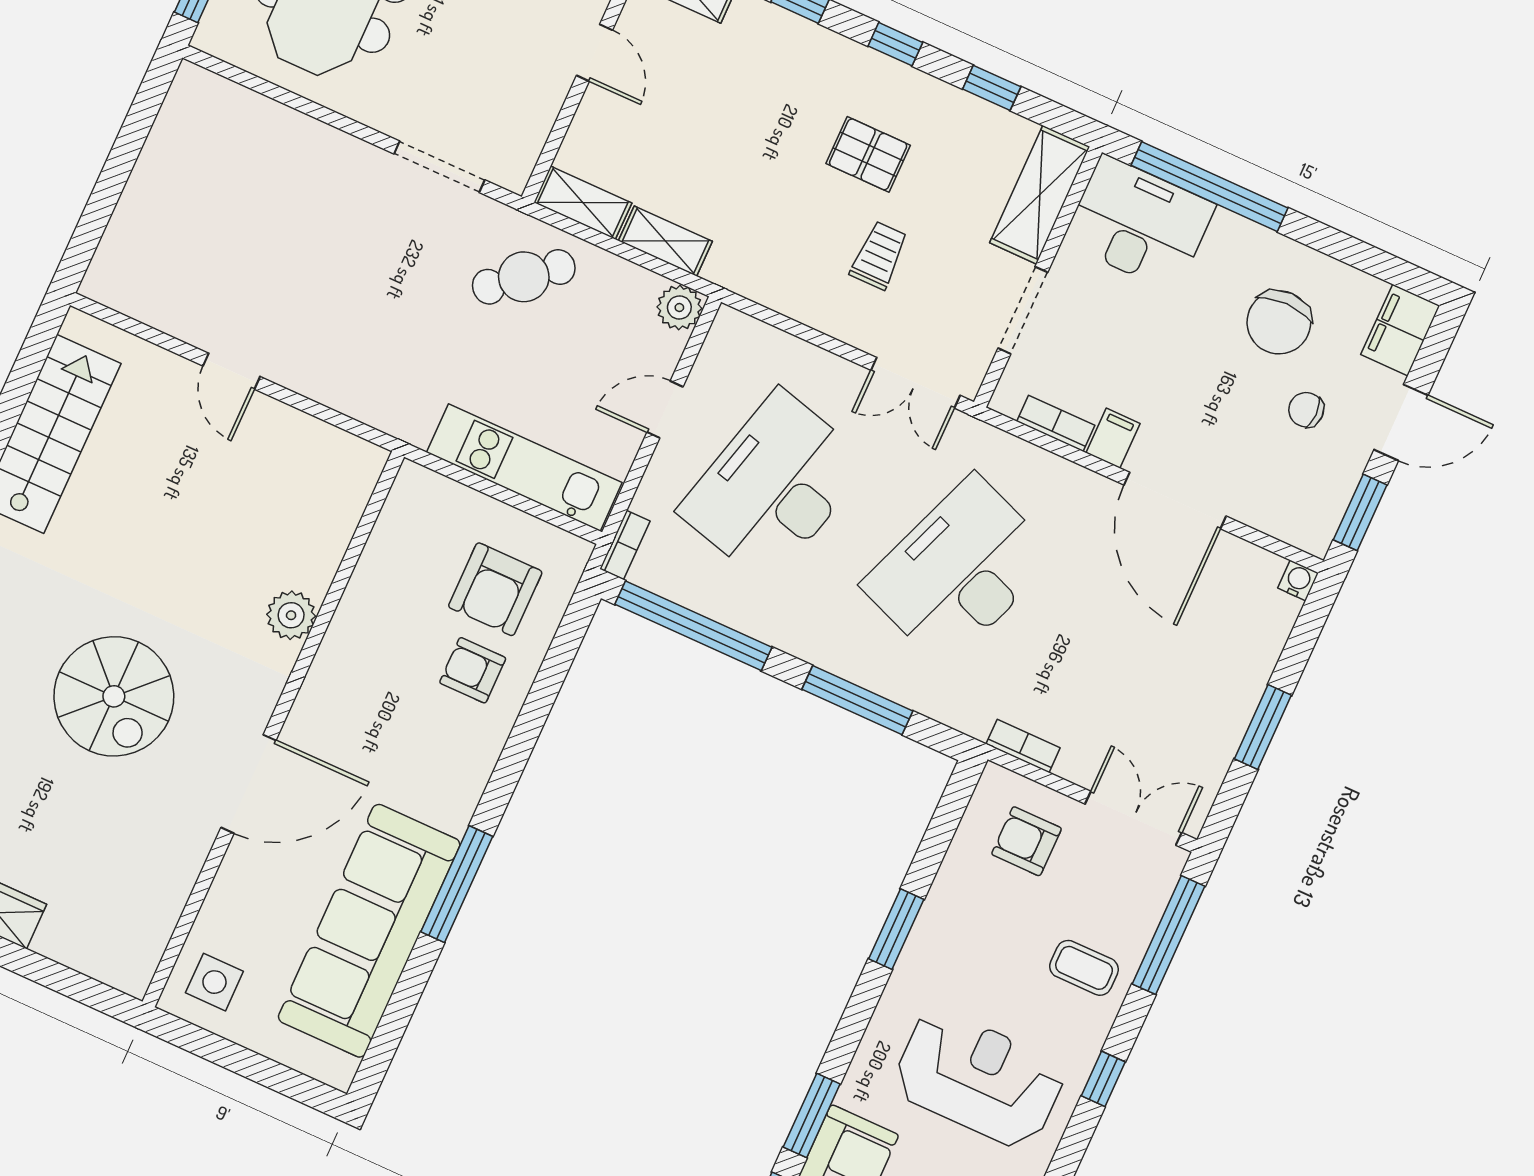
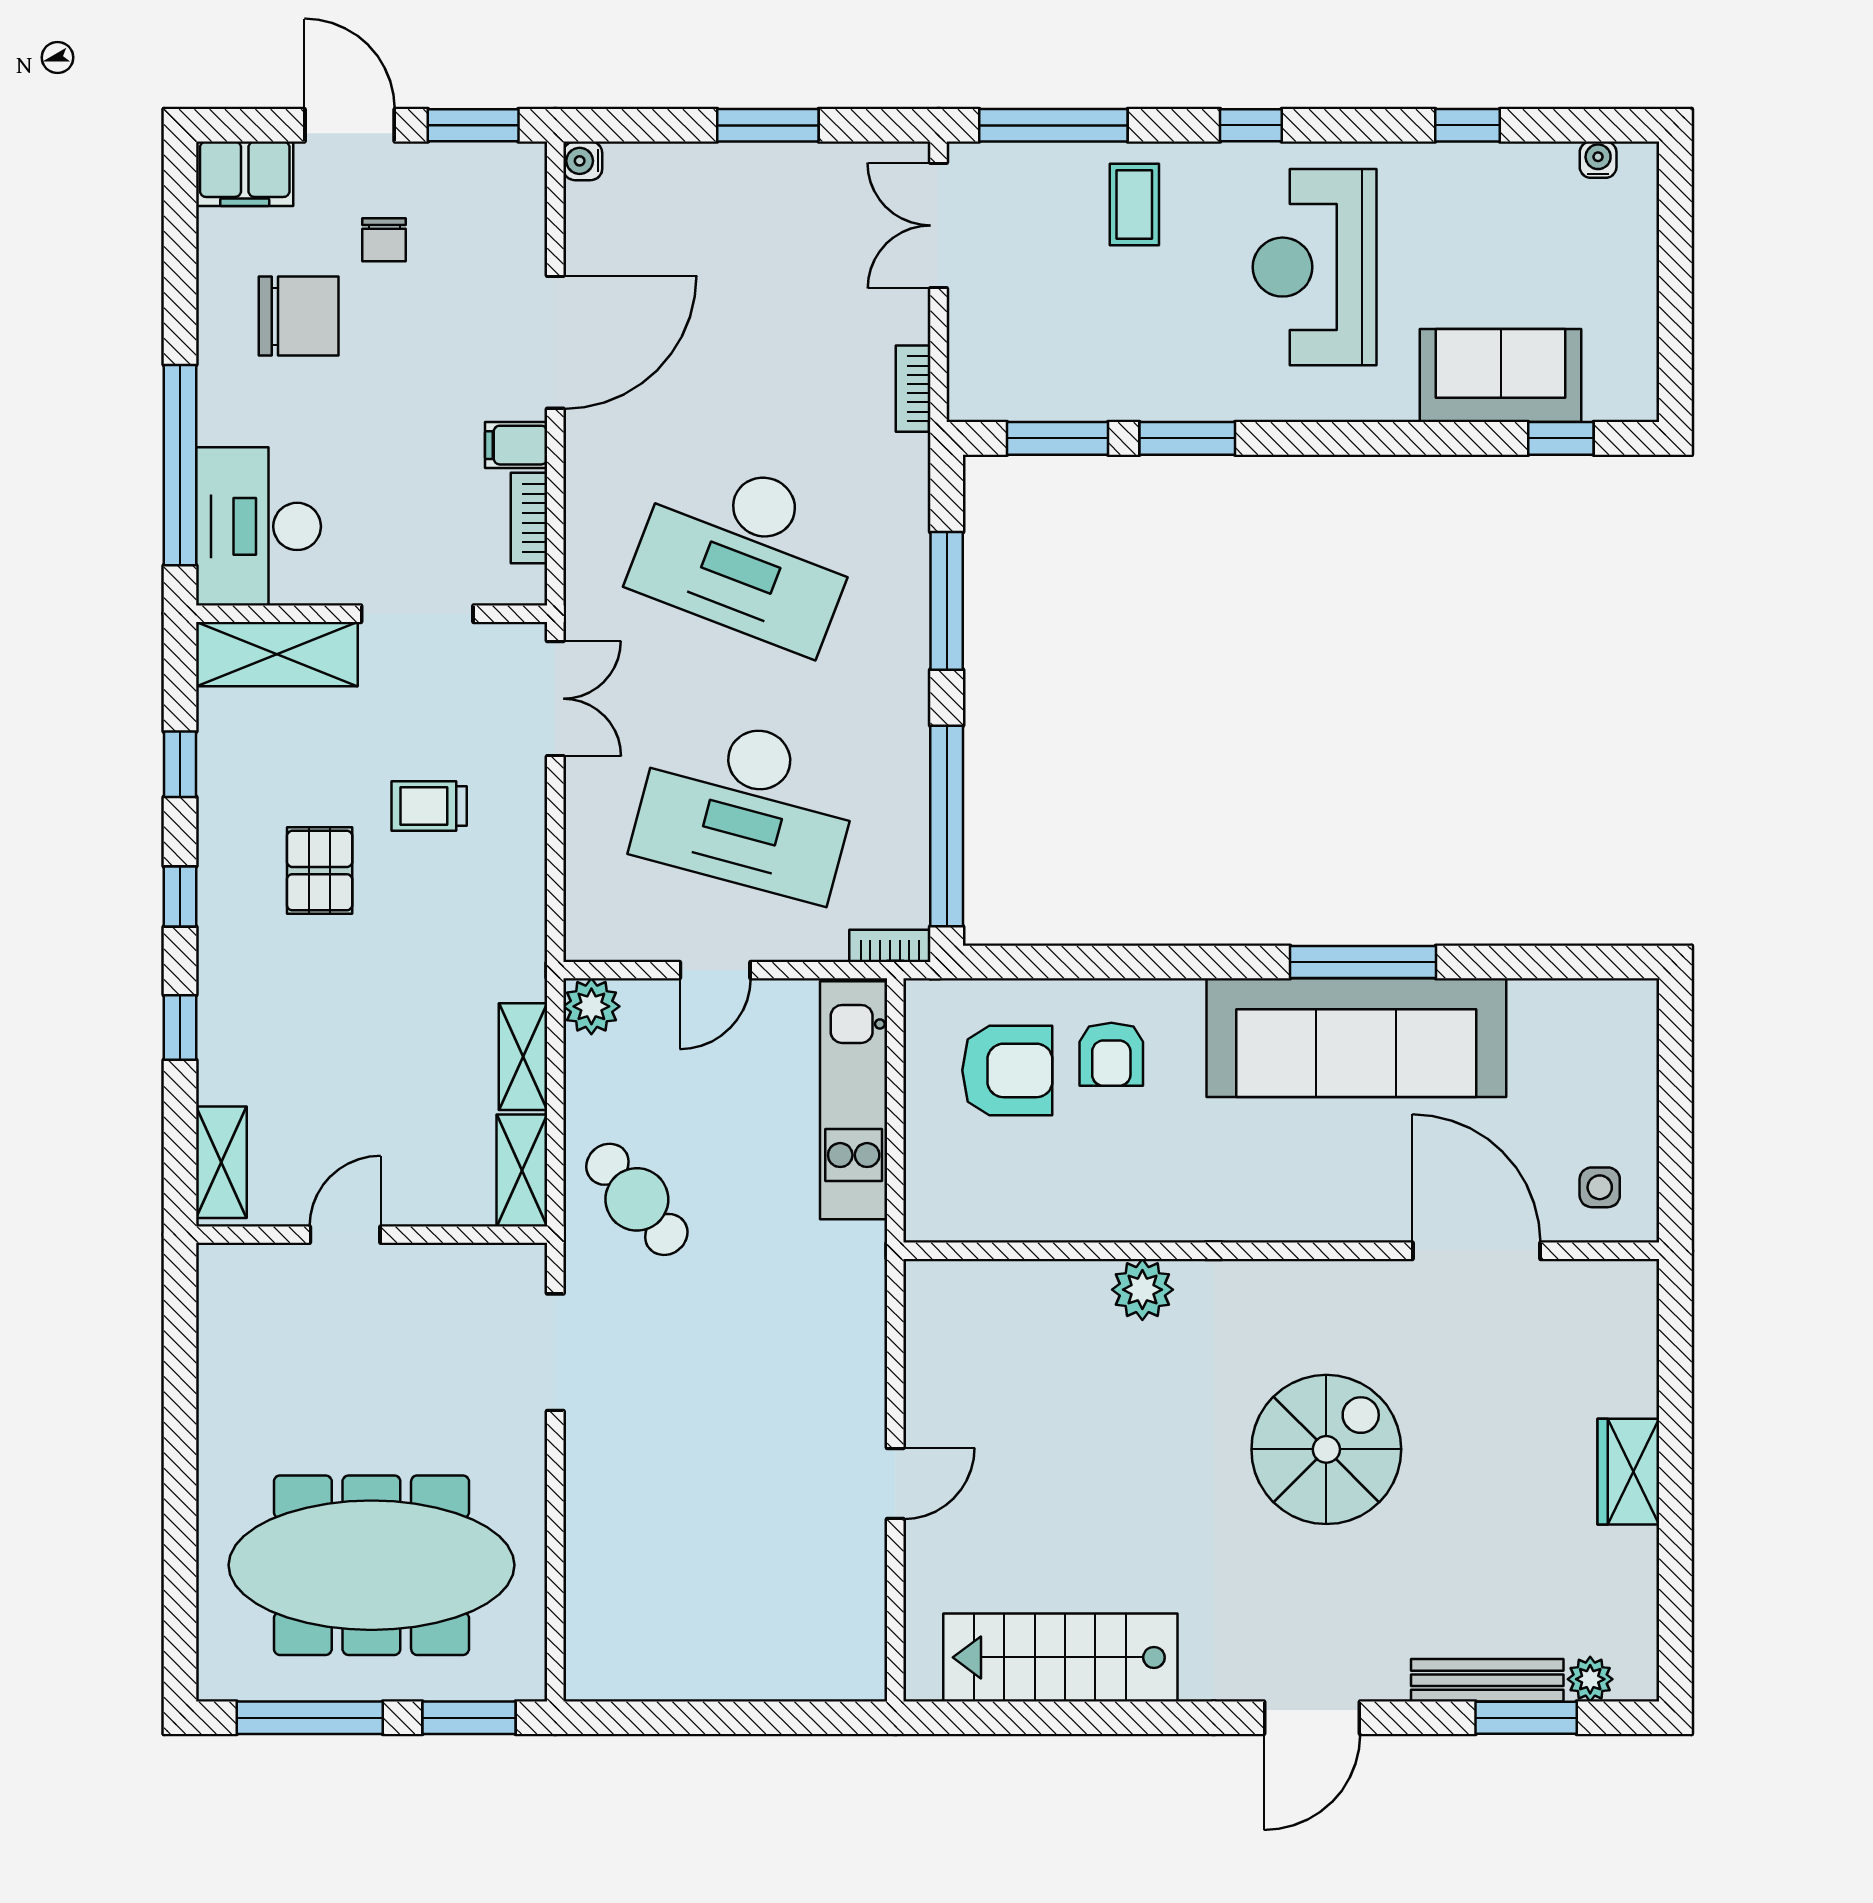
door: (665, 410) -> (715, 970), hinge flipped
door: (249, 784) -> (1476, 1251), moved
armchair: (1027, 841) -> (1020, 335), removed
sofa: (369, 931) -> (1356, 1038), moved
side table: (214, 982) -> (1600, 1187), width x0.73, depth x0.73
window: (812, 1115) -> (1057, 438), moved

